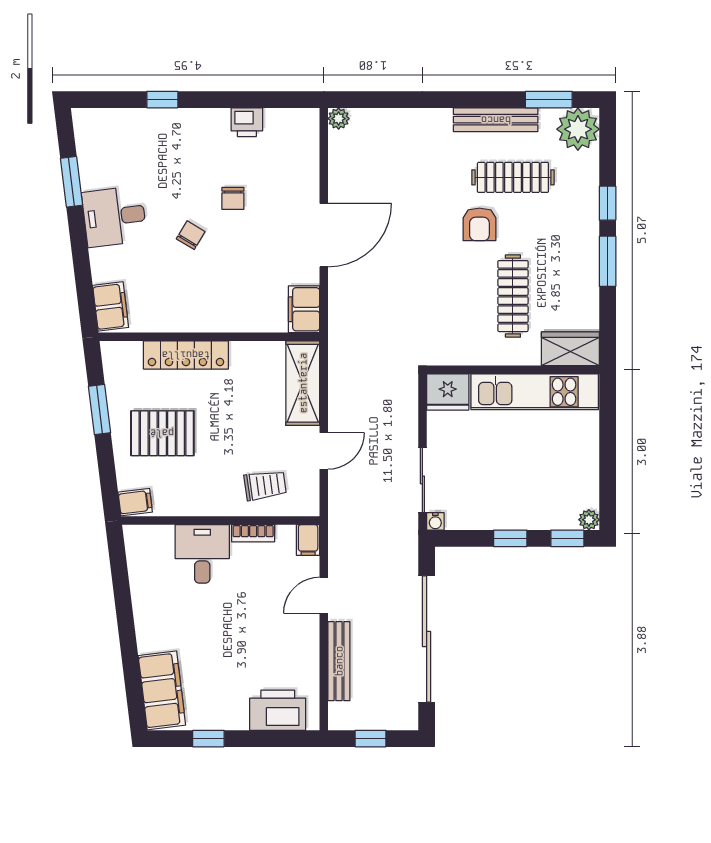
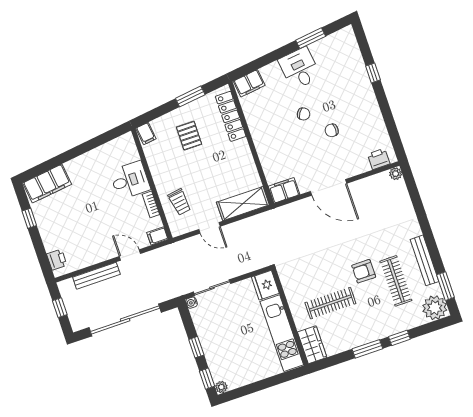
printer: (247, 122) -> (379, 159), moved, turned 90
locker: (186, 355) -> (231, 116), moved
pallet: (162, 433) -> (189, 136), width x0.67, depth x0.71
printer: (278, 710) -> (57, 260), width x0.53, depth x0.68

